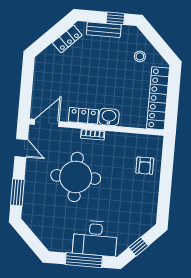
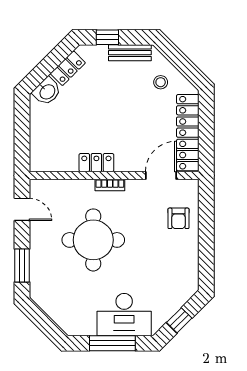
window: (115, 18) -> (107, 37), moved
bench: (104, 30) -> (130, 53), moved
washbasin: (109, 117) -> (47, 91), moved, turned 135
door: (47, 123) -> (161, 175), moved

